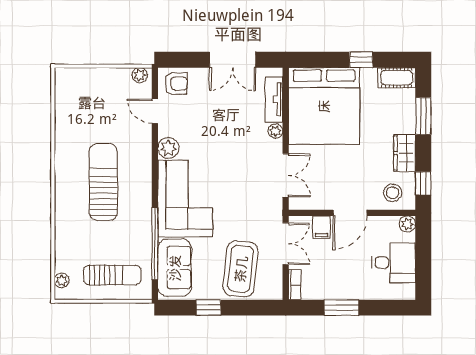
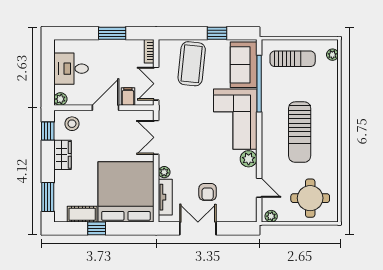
cot: (397, 78) -> (82, 214), moved
armchair: (176, 84) -> (208, 192), moved, turned -90
round table: (90, 98) -> (310, 198), added
window: (423, 116) -> (48, 197), moved
sun lounger: (112, 275) -> (293, 59), turned 180

